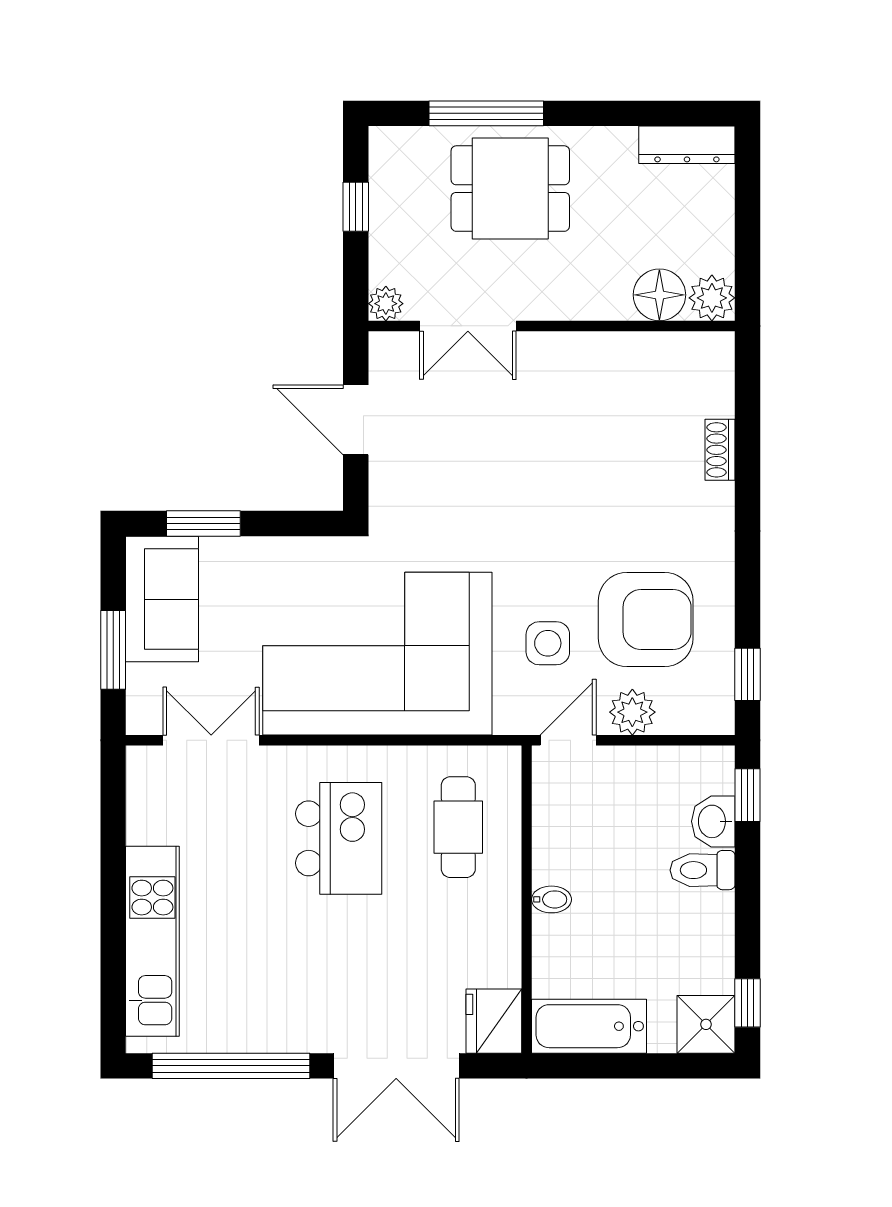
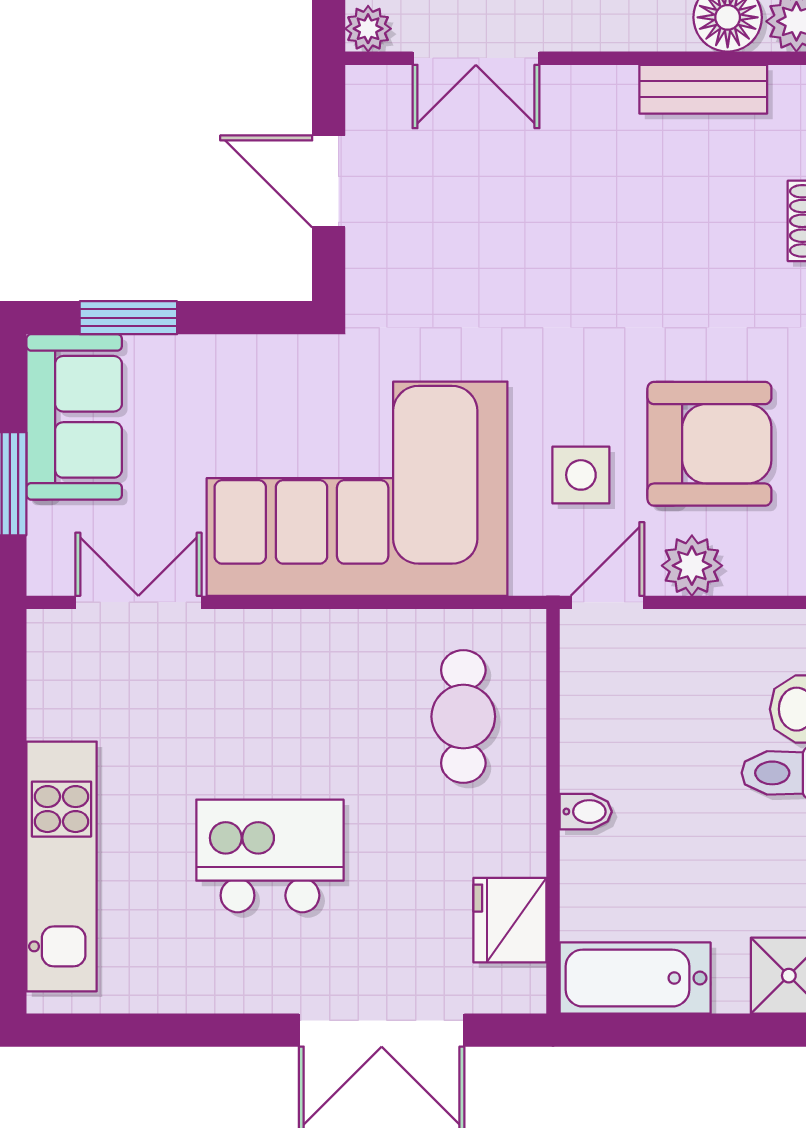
bench: (641, 350) -> (703, 89), added
kitchen island: (339, 838) -> (270, 856), moved, turned -90
fridge: (494, 1021) -> (510, 920), moved
window: (231, 1066) -> (165, 1030), removed

